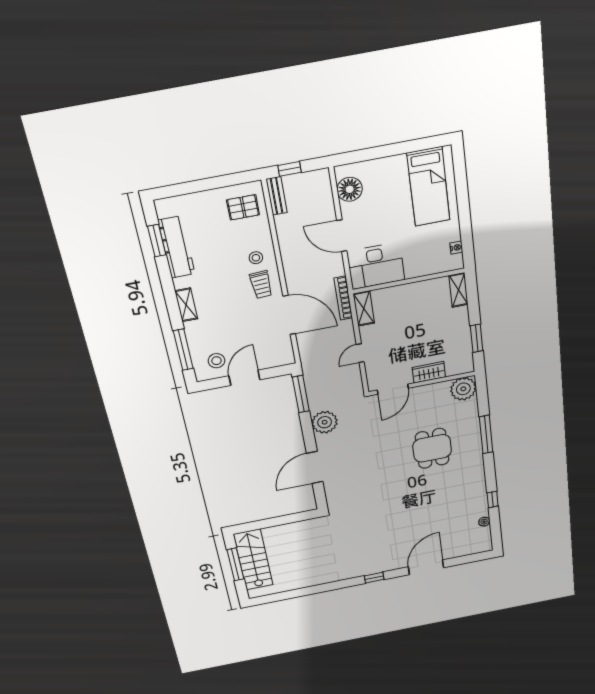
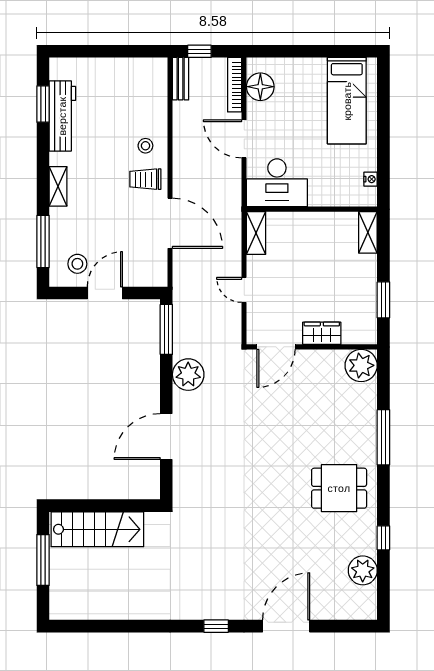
pallet: (243, 207) -> (142, 85), removed
trolley: (261, 285) -> (145, 179), turned 93
bookcase: (343, 298) -> (235, 85), moved
door: (360, 353) -> (244, 290), hinge flipped
dining table: (432, 448) -> (339, 488), moved, turned 90
plant: (484, 522) -> (363, 570), width x1.88, depth x1.88
stairs: (253, 560) -> (97, 529), moved, turned 90

